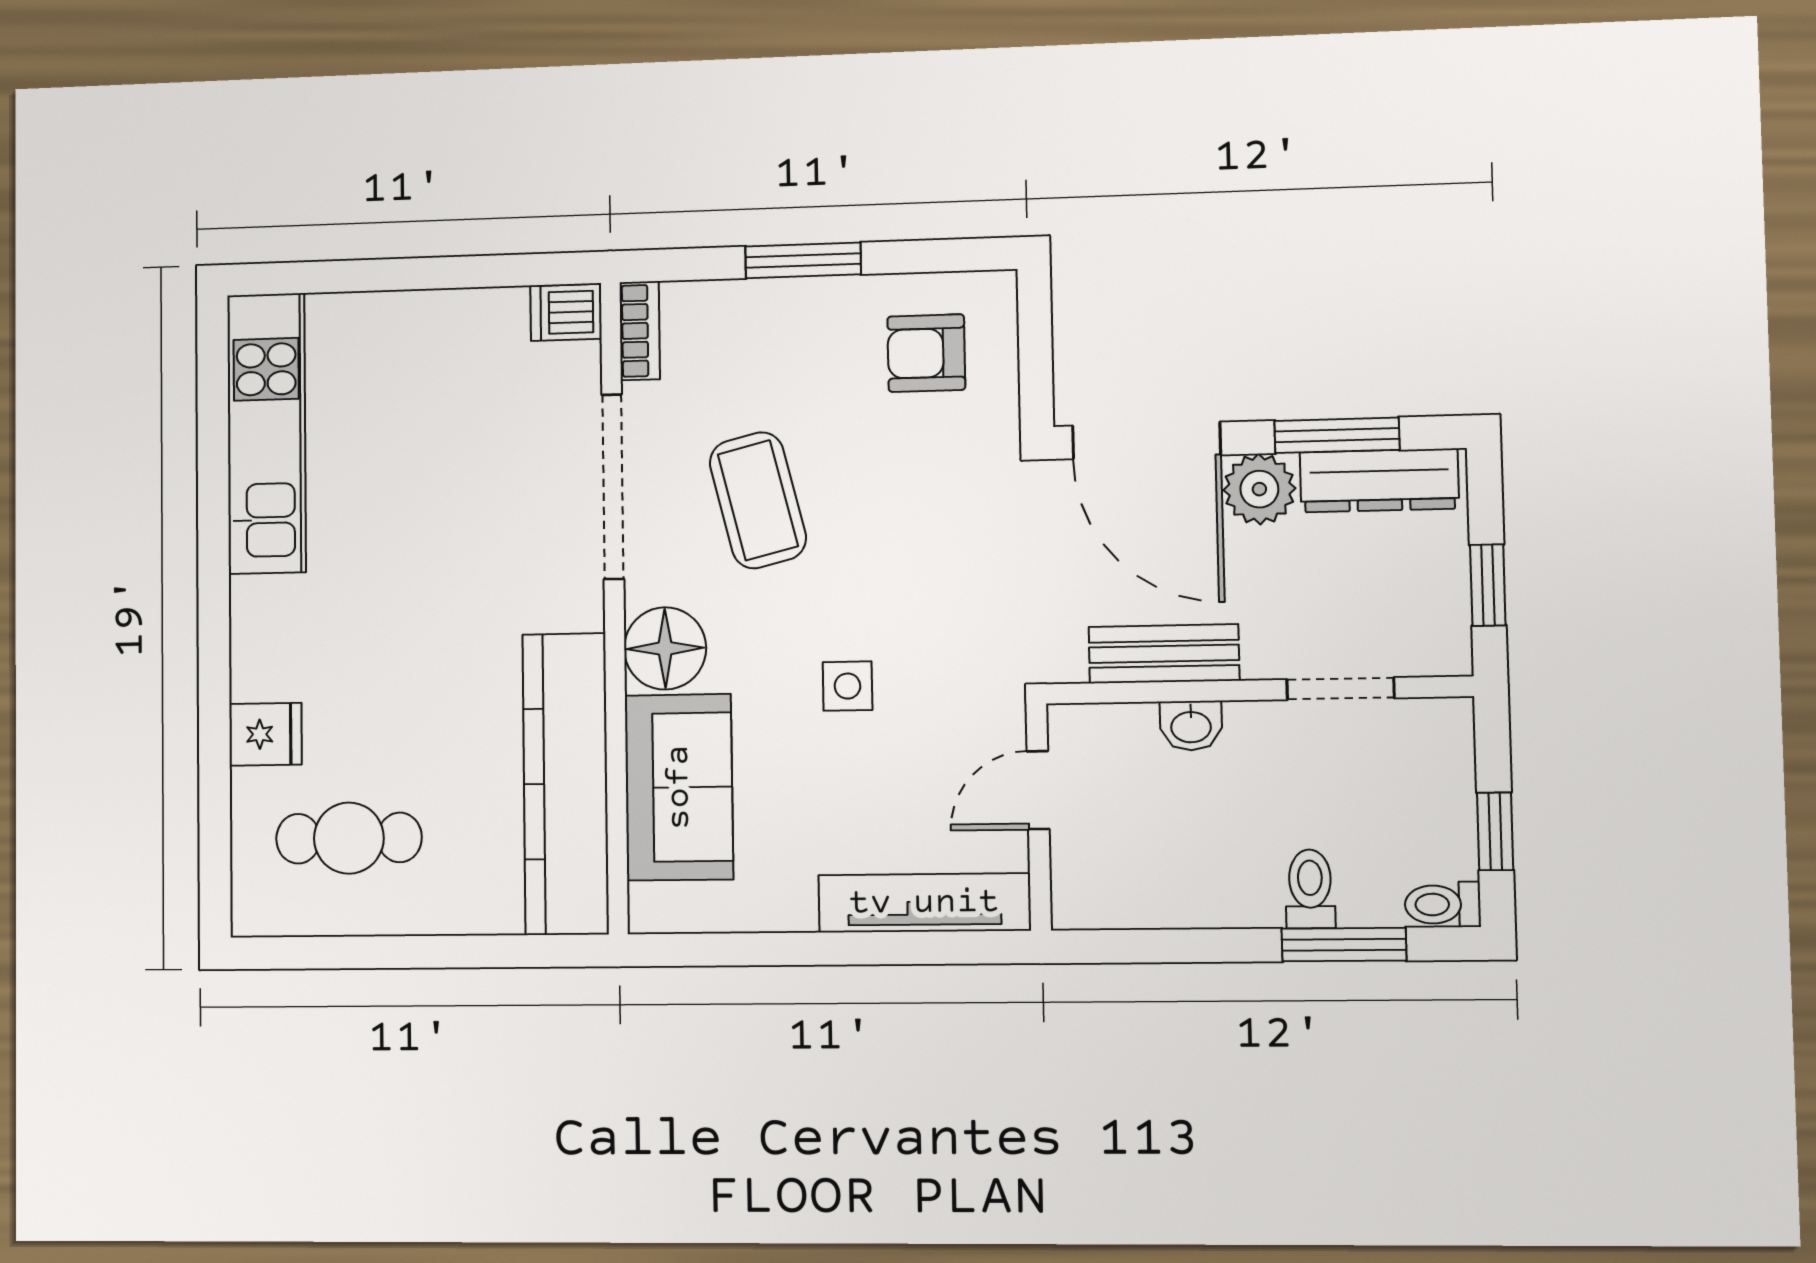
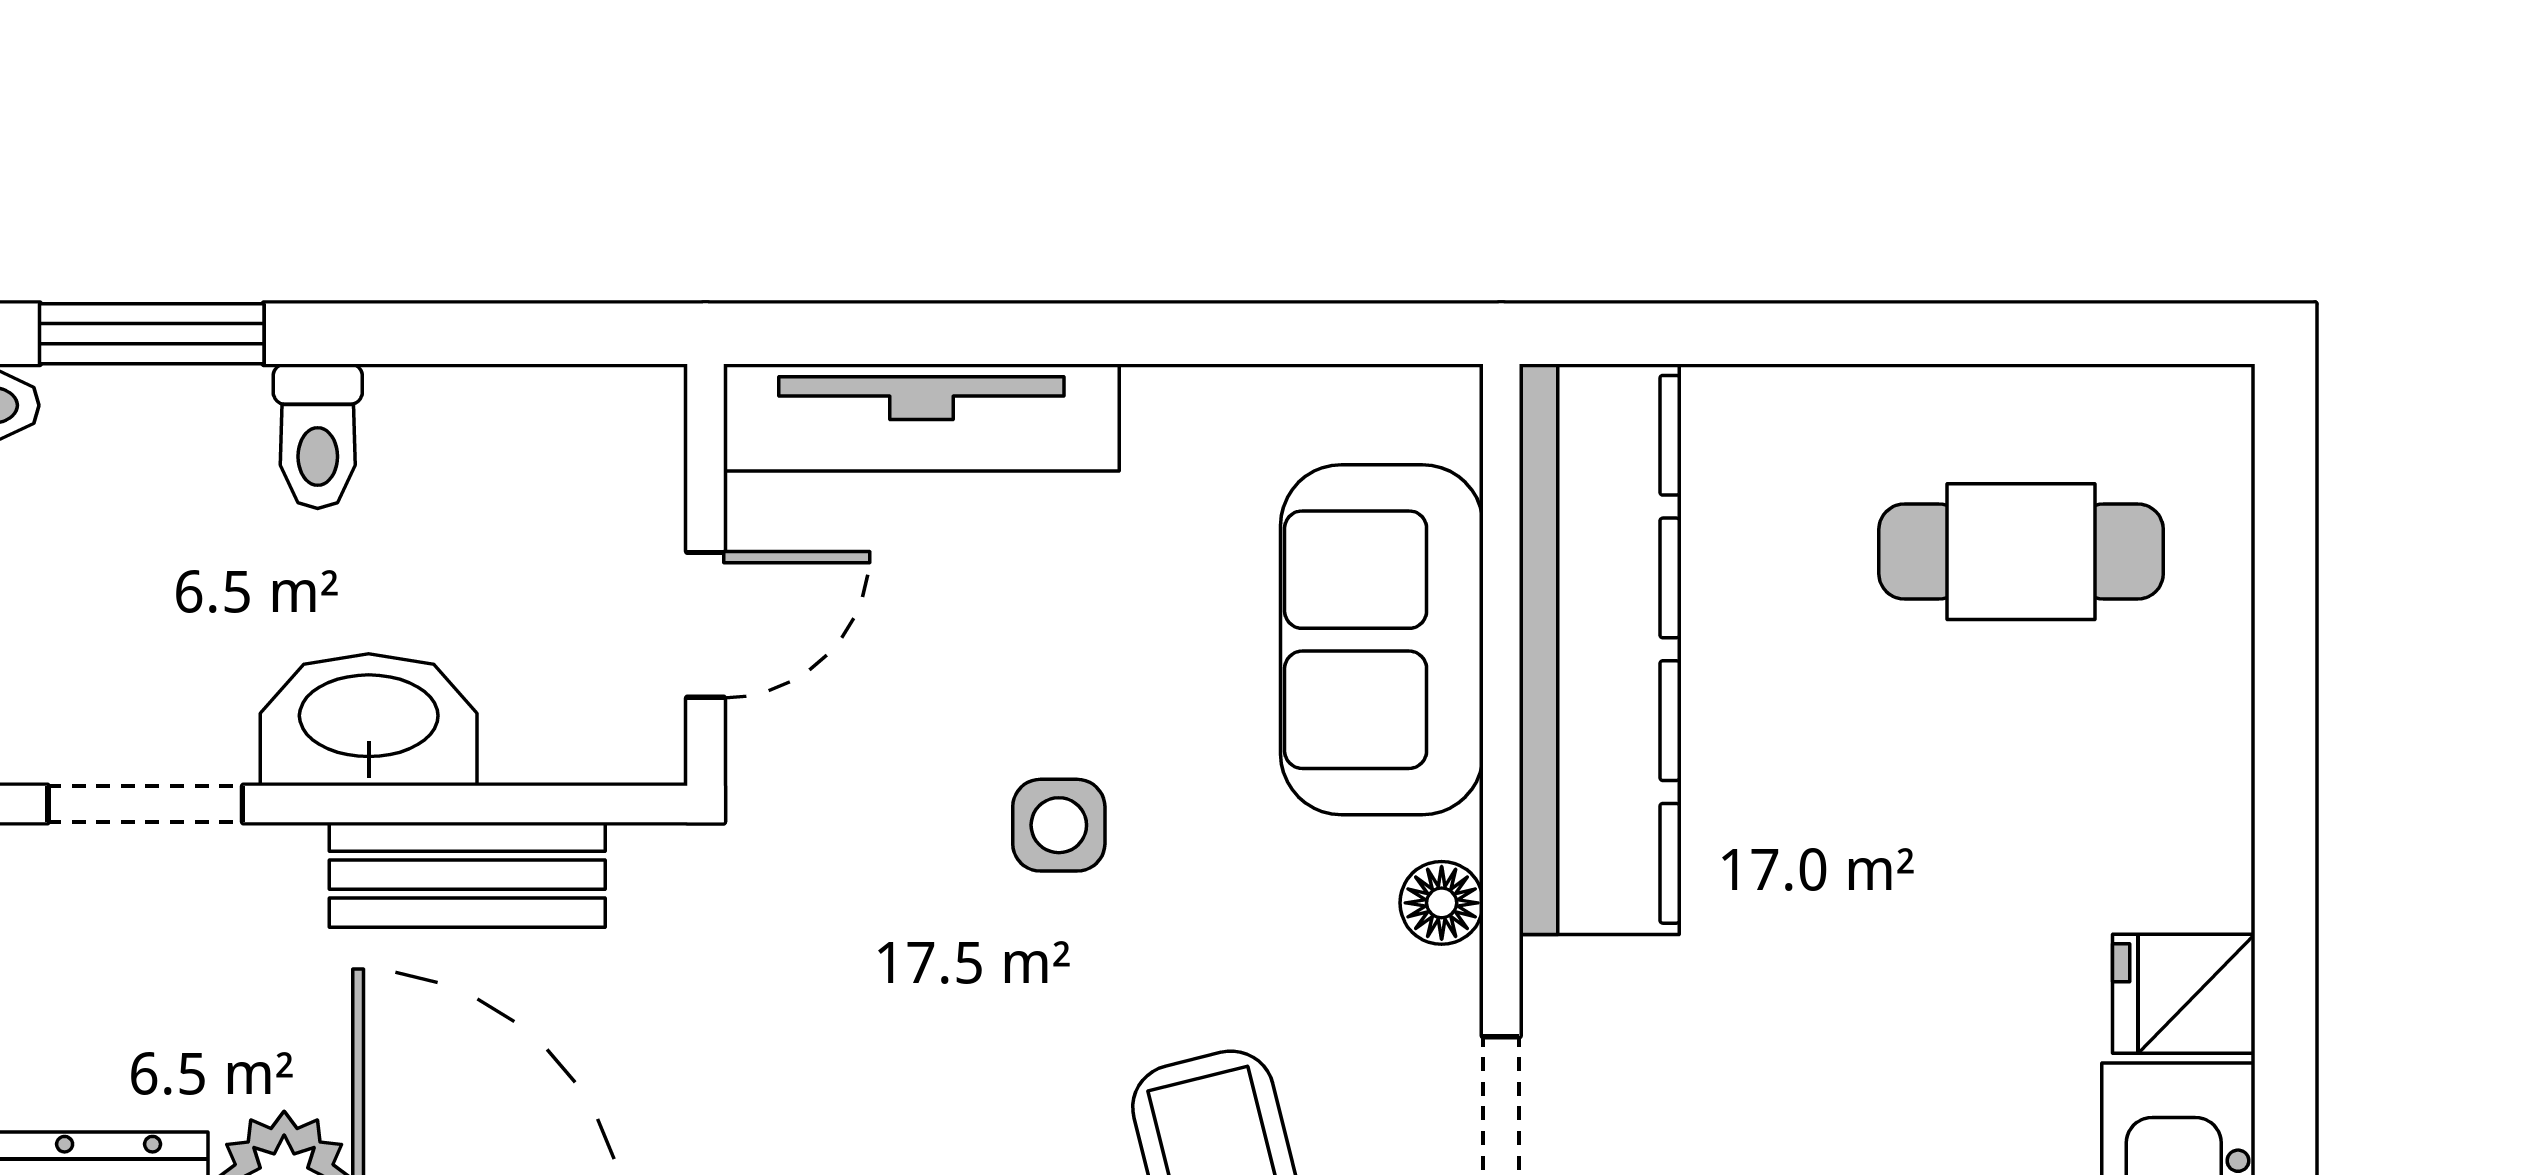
floor lamp: (665, 648) -> (1442, 903), width x0.53, depth x0.53
washbasin: (1191, 726) -> (369, 720), width x1.91, depth x1.45
fridge: (265, 734) -> (2184, 994), moved
toilet: (1310, 889) -> (318, 436), moved

